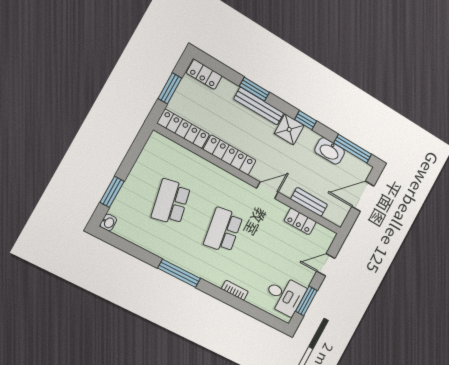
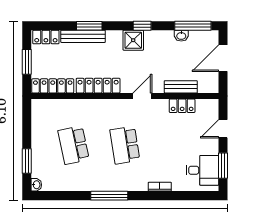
bench: (259, 106) -> (83, 36), moved
washbasin: (330, 151) -> (181, 36), width x0.52, depth x0.69

